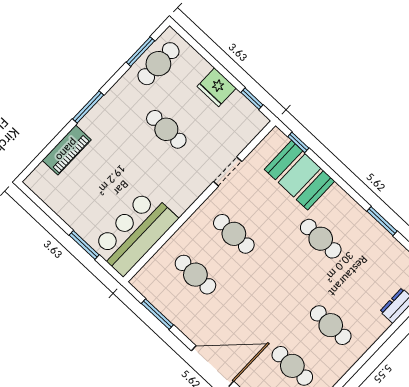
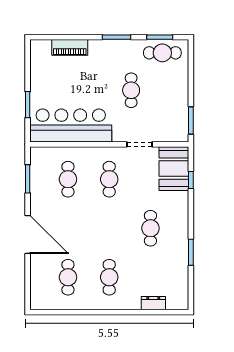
fridge: (217, 87) -> (179, 96), removed
window: (252, 99) -> (191, 121), width x1.50
window: (88, 107) -> (116, 37), moved
window: (298, 142) -> (191, 180), moved
booth: (300, 175) -> (174, 169), moved
bar counter: (135, 233) -> (71, 125), width x1.36

